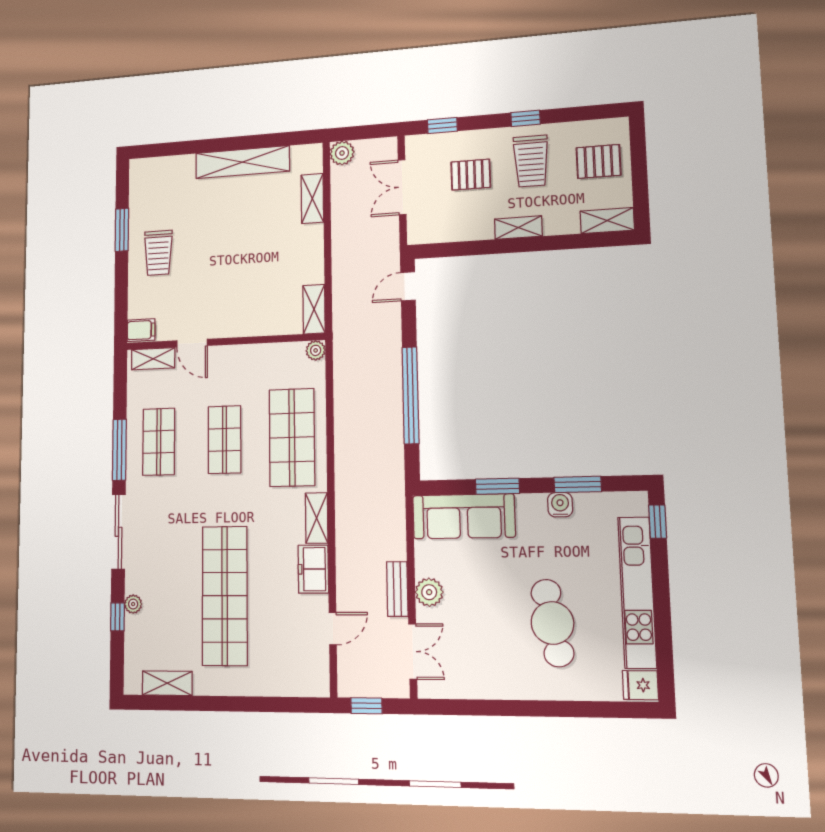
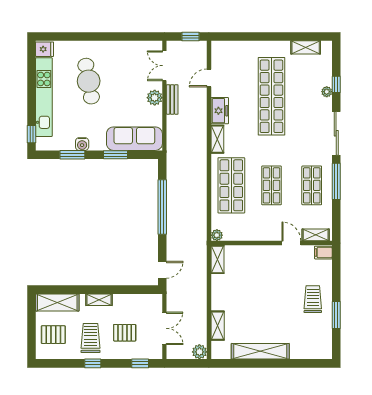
shelving: (607, 221) -> (57, 302), width x1.50, depth x1.33

